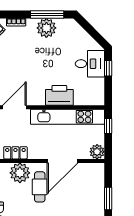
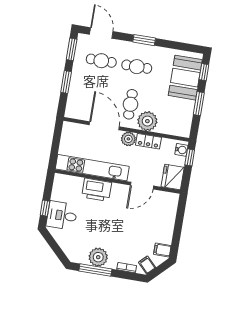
window: (108, 126) -> (54, 152), removed
plant: (97, 152) -> (128, 139), moved
door: (62, 161) -> (104, 126), hinge flipped

